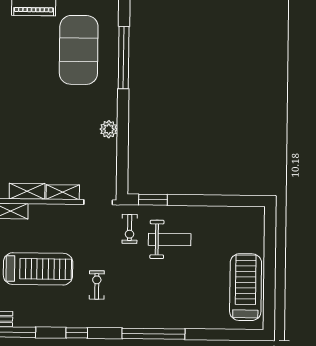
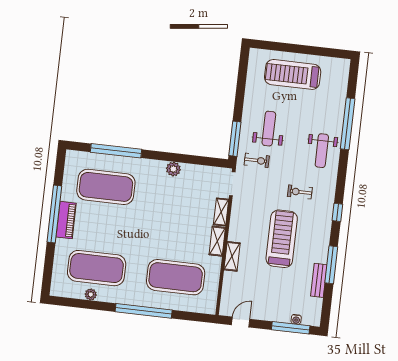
window: (153, 200) -> (235, 139), width x1.44
treadmill: (246, 287) -> (293, 74), moved
weight bench: (149, 306) -> (322, 151), added
window: (153, 334) -> (348, 124), moved

